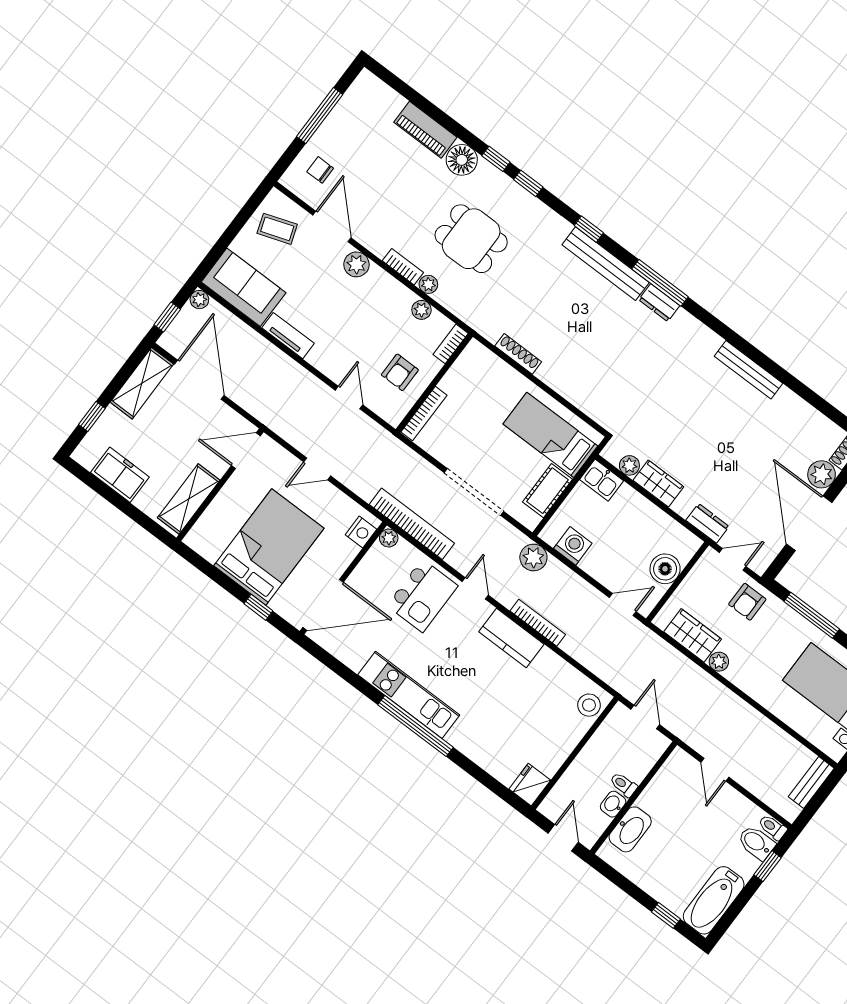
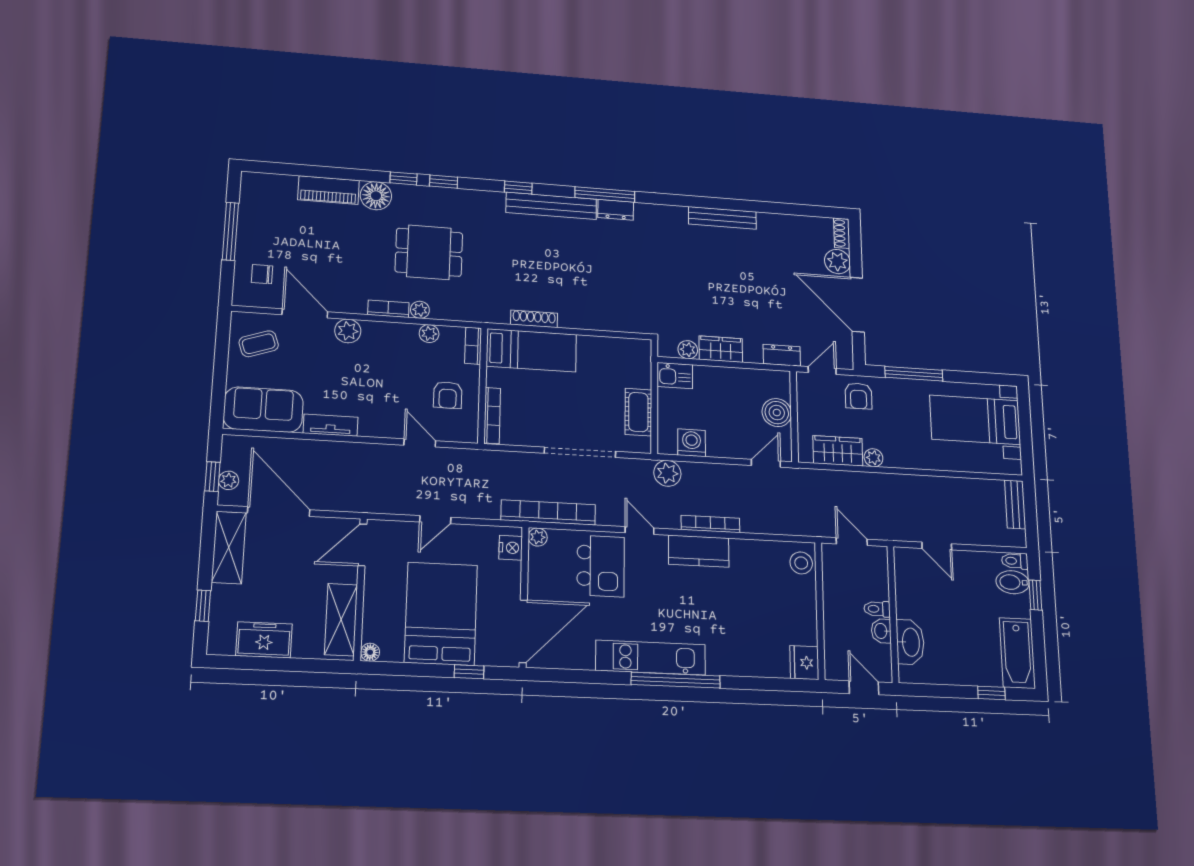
plant: (199, 300) -> (229, 480), moved
bed: (550, 435) -> (531, 350), moved, turned 180
floor lamp: (193, 540) -> (370, 652), added

